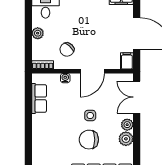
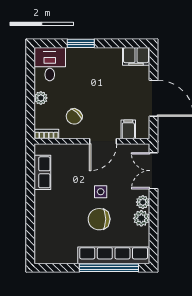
filing cabinet: (127, 61) -> (128, 129), moved
water cooler: (65, 78) -> (72, 149), removed

